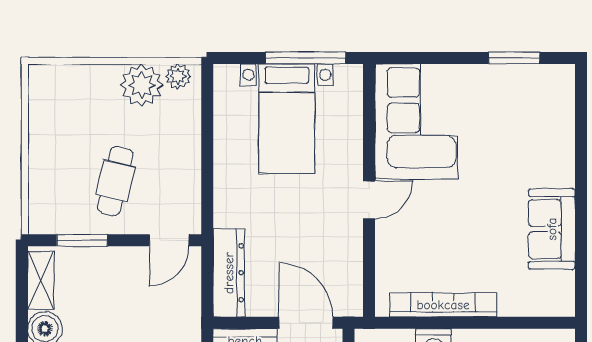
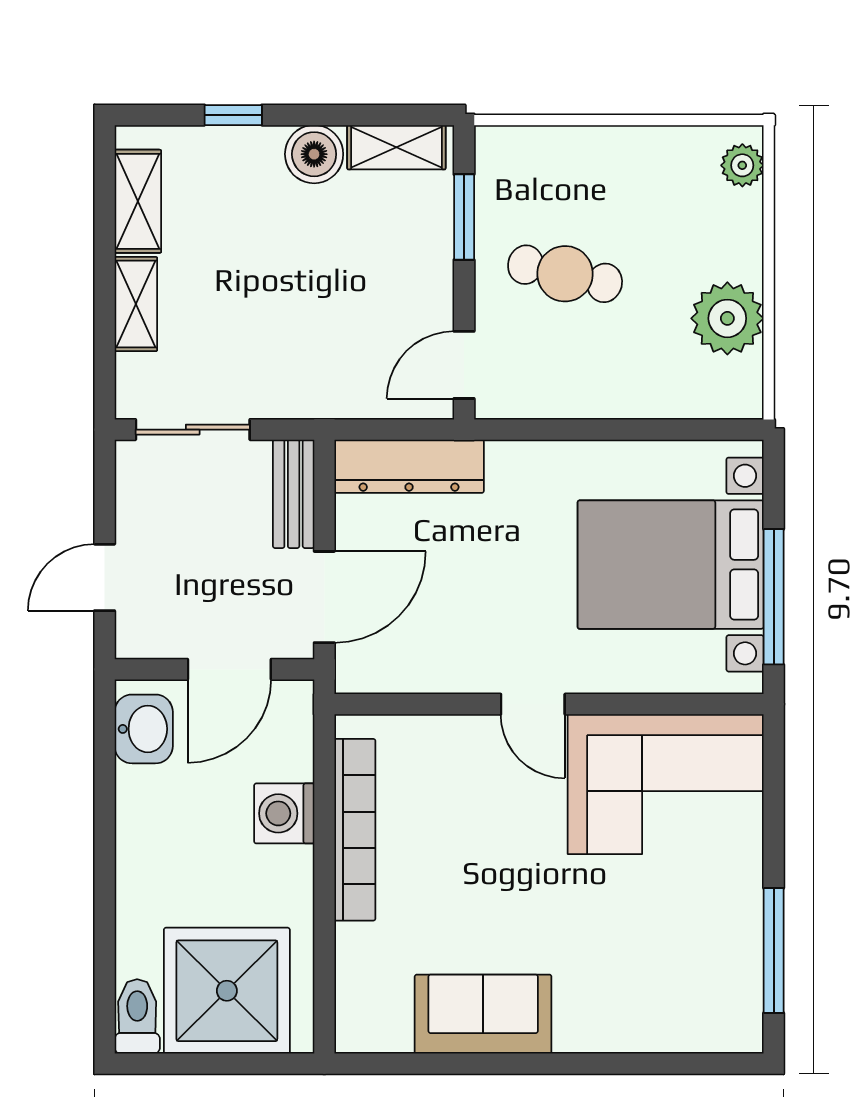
window: (514, 58) -> (774, 950), width x1.44
plant: (178, 76) -> (742, 165), moved
bed with nightstands: (287, 119) -> (671, 565), width x1.36
door: (169, 240) -> (464, 365), hinge flipped

